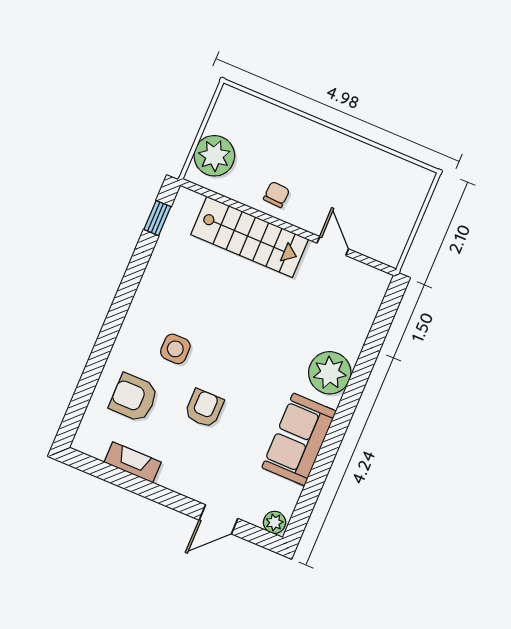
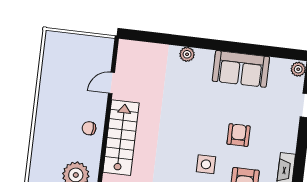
plant: (330, 373) -> (187, 54), width x0.53, depth x0.53
armchair: (204, 408) -> (239, 135), turned 90

